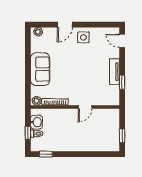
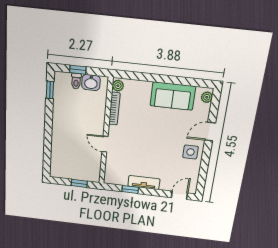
door: (65, 25) -> (210, 132), hinge flipped
sofa: (40, 69) -> (173, 96), moved
window: (122, 136) -> (79, 183), moved

